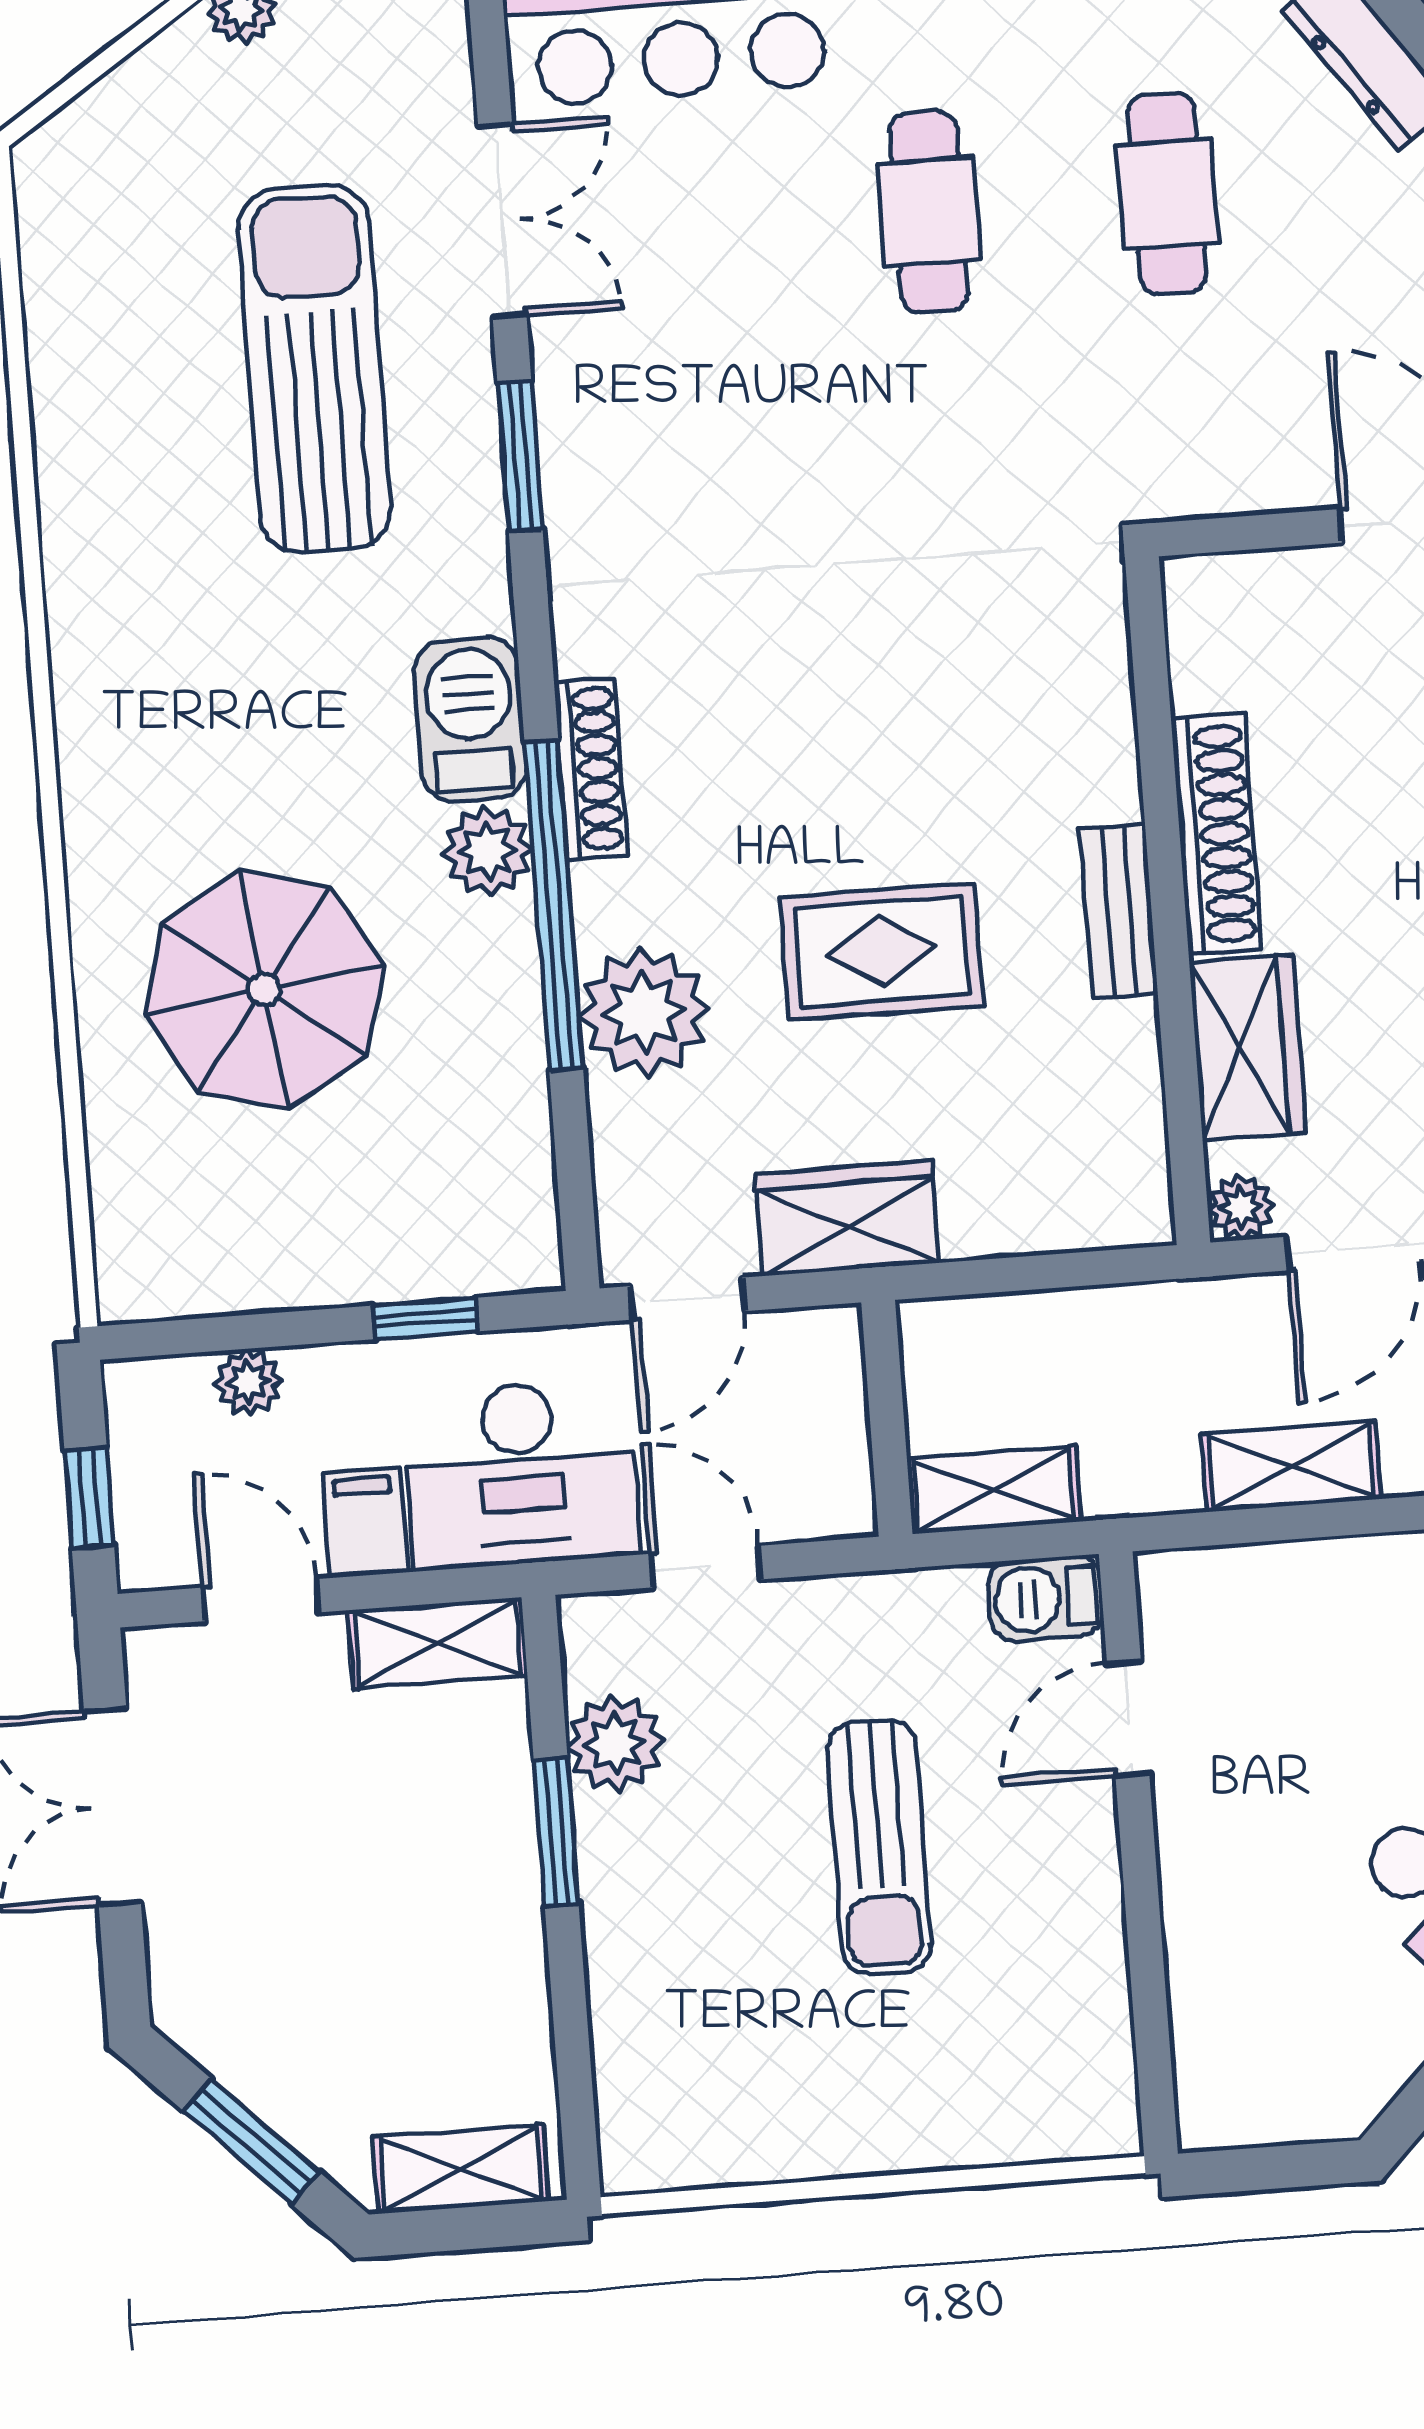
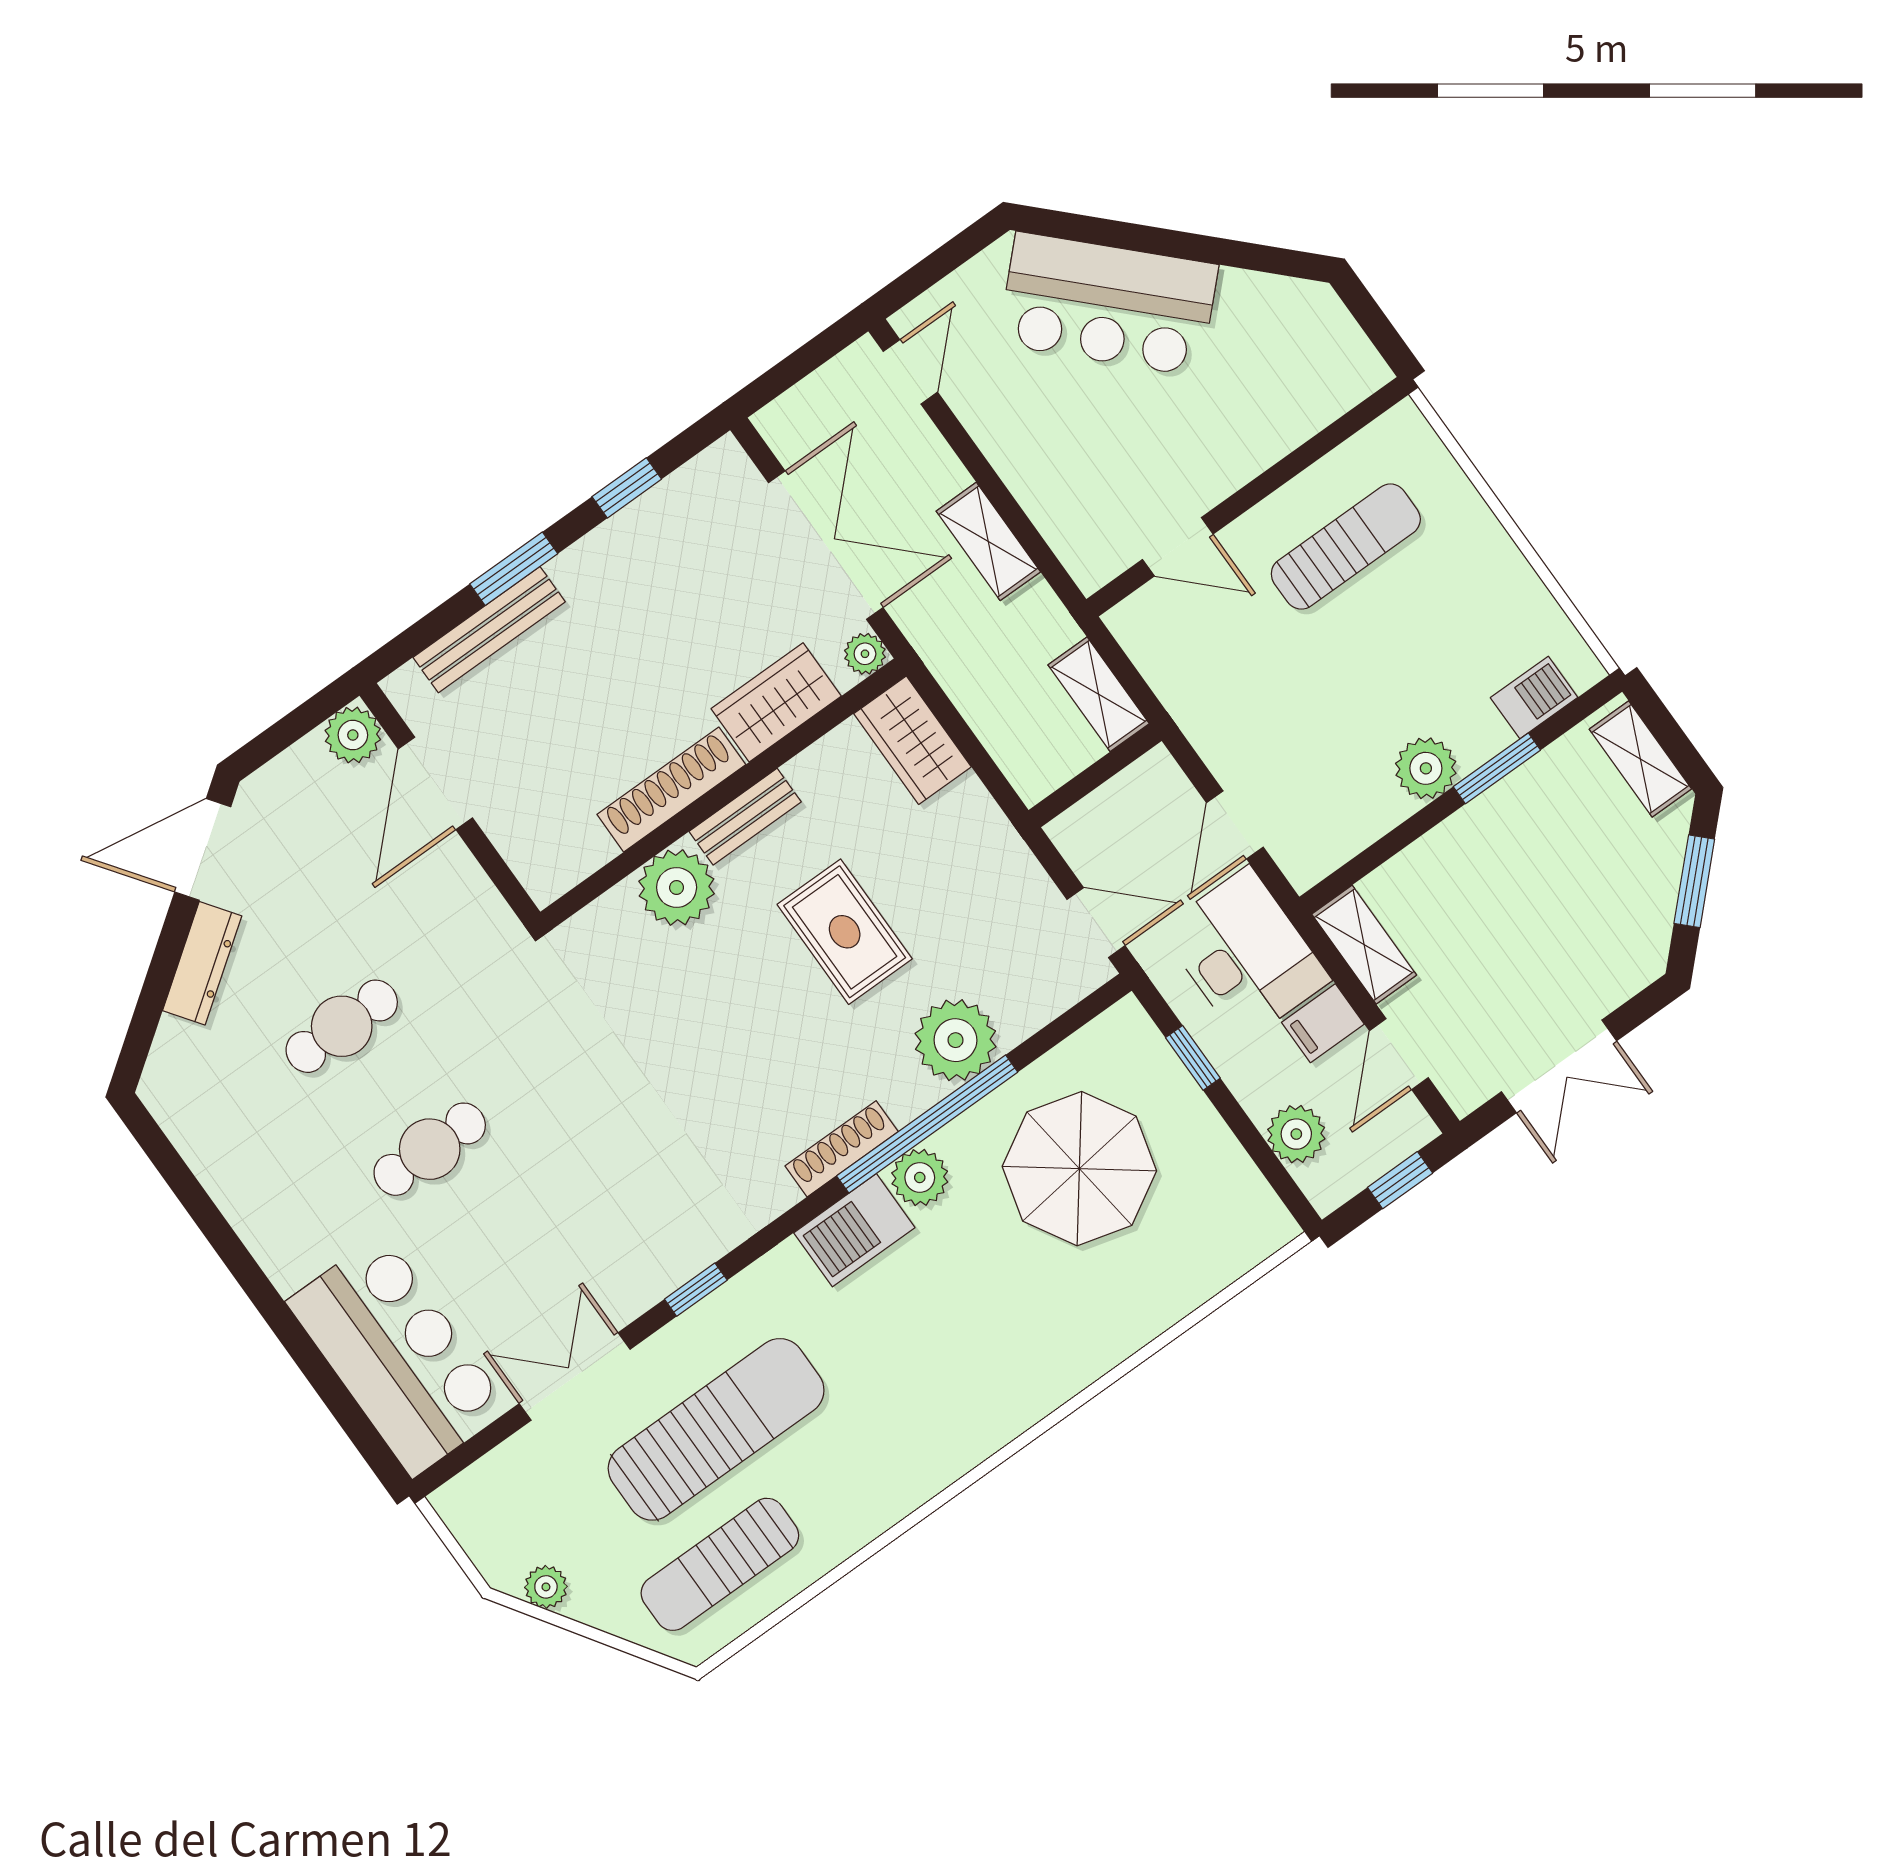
sun lounger: (129, 263) -> (720, 1564), added
sun lounger: (315, 369) -> (716, 1429), turned 180
window: (520, 456) -> (696, 1290), width x0.67
plant: (1079, 761) -> (677, 888), added
parasol: (264, 989) -> (1079, 1169), moved
wardrobe: (847, 1218) -> (912, 740), moved
plant: (248, 1382) -> (1296, 1134), width x1.38, depth x1.38
barbecue: (1046, 1598) -> (1534, 698), moved, turned -90
plant: (615, 1744) -> (1426, 768), moved
window: (556, 1832) -> (1497, 768), moved
sun lounger: (879, 1847) -> (1346, 547), moved

